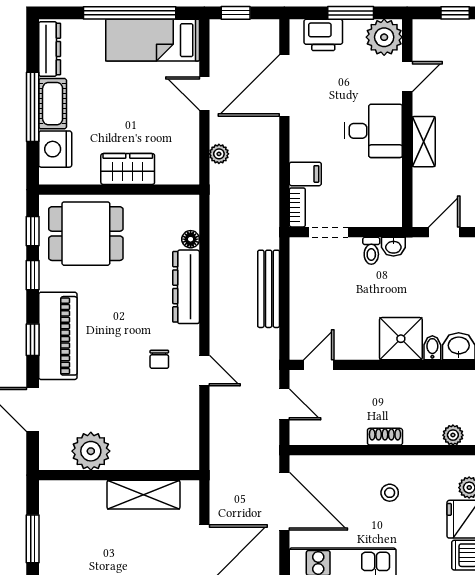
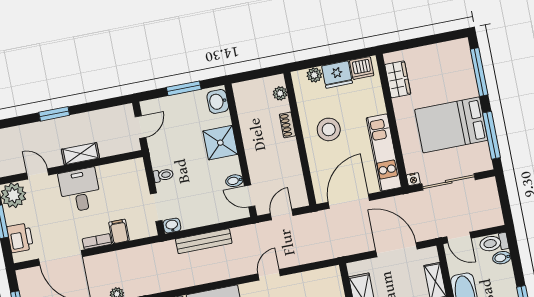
bookcase: (297, 207) -> (97, 241), moved
door: (444, 232) -> (140, 127), swing flipped
washbasin: (393, 247) -> (172, 226), moved, turned -90
bidet: (432, 348) -> (234, 181), moved
shoe rack: (385, 437) -> (287, 125), moved
stool: (390, 493) -> (329, 129), width x1.89, depth x1.89

